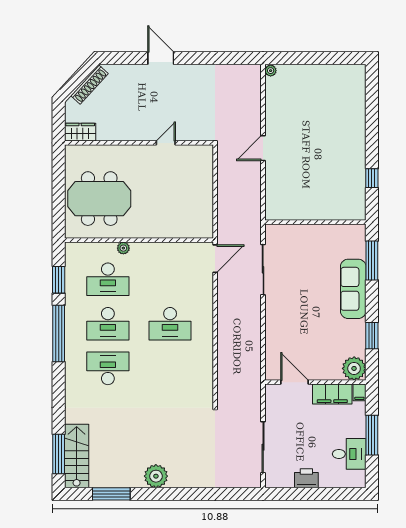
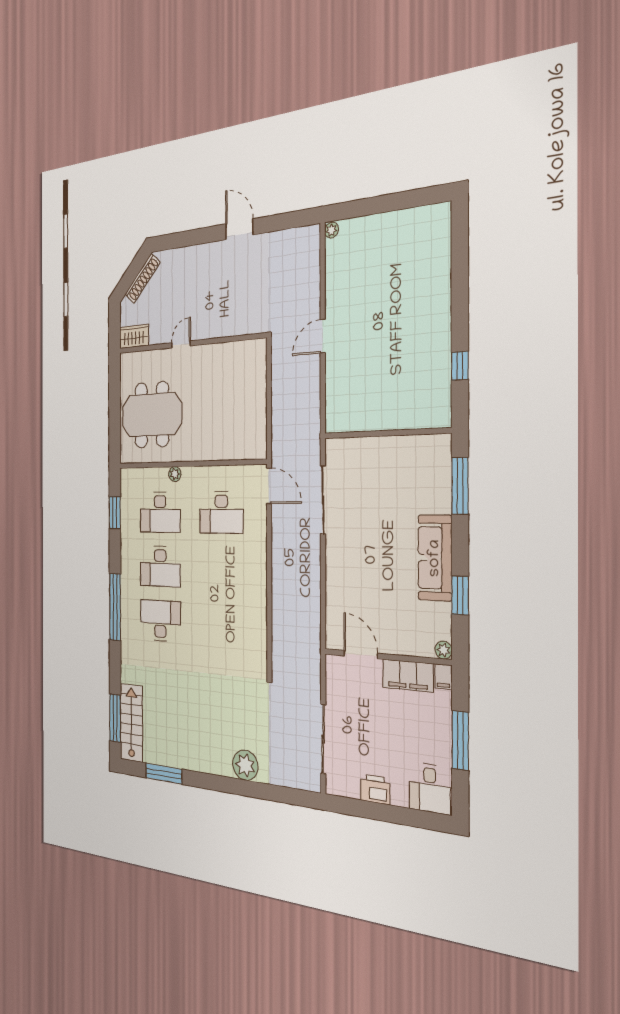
door: (161, 58) -> (239, 229), moved
door: (166, 143) -> (181, 344), moved
door: (215, 259) -> (269, 486), hinge flipped
sofa: (353, 289) -> (435, 558), moved
desk: (170, 324) -> (221, 513), moved
window: (59, 334) -> (115, 607), moved
plant: (354, 368) -> (444, 650), width x0.53, depth x0.53
desk: (349, 454) -> (430, 788), moved, turned 90
plant: (156, 476) -> (245, 765), moved

